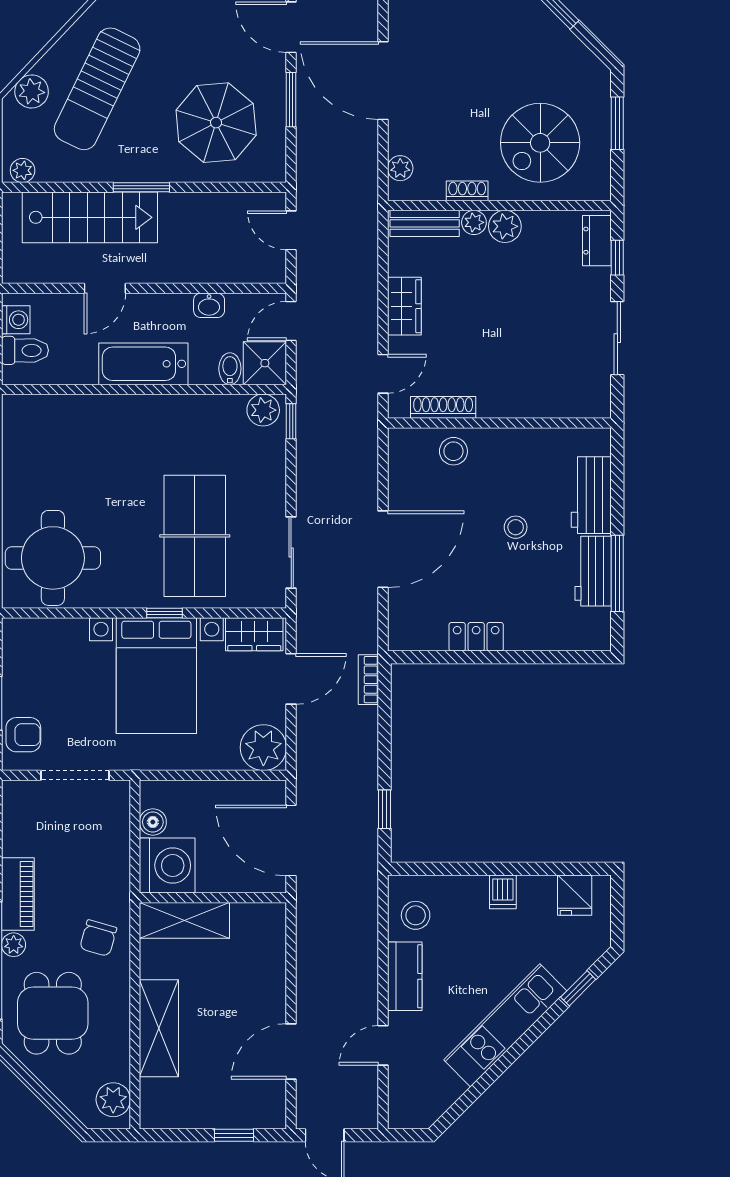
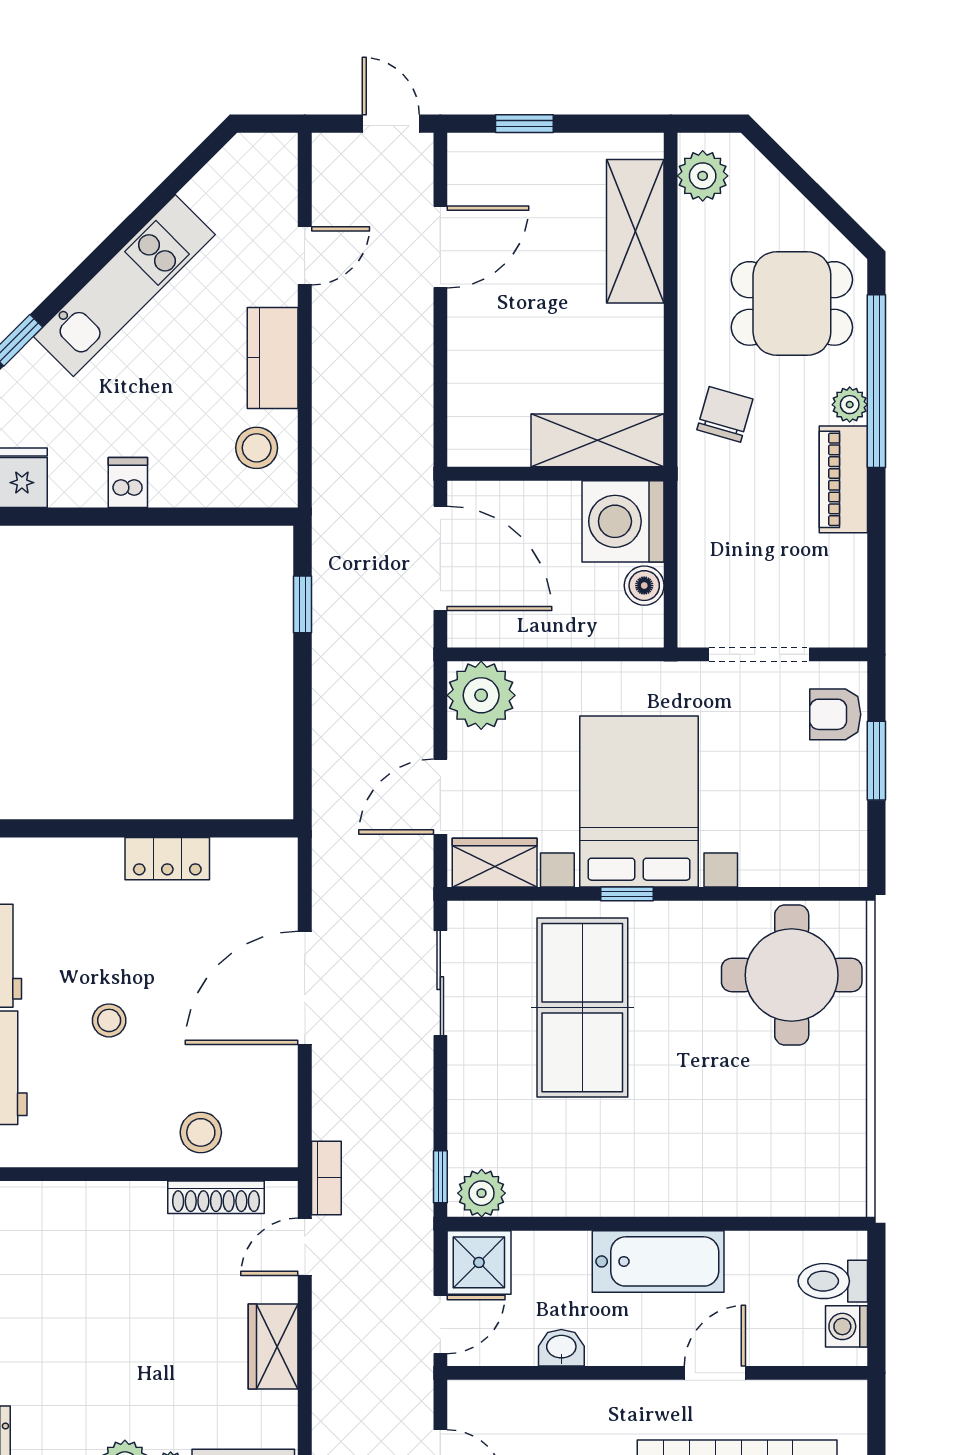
bidet: (230, 369) -> (531, 1254), removed
bookcase: (368, 680) -> (326, 1178), moved
dining table: (53, 1013) -> (792, 303), turned 90
shelving: (159, 1028) -> (635, 231), moved

